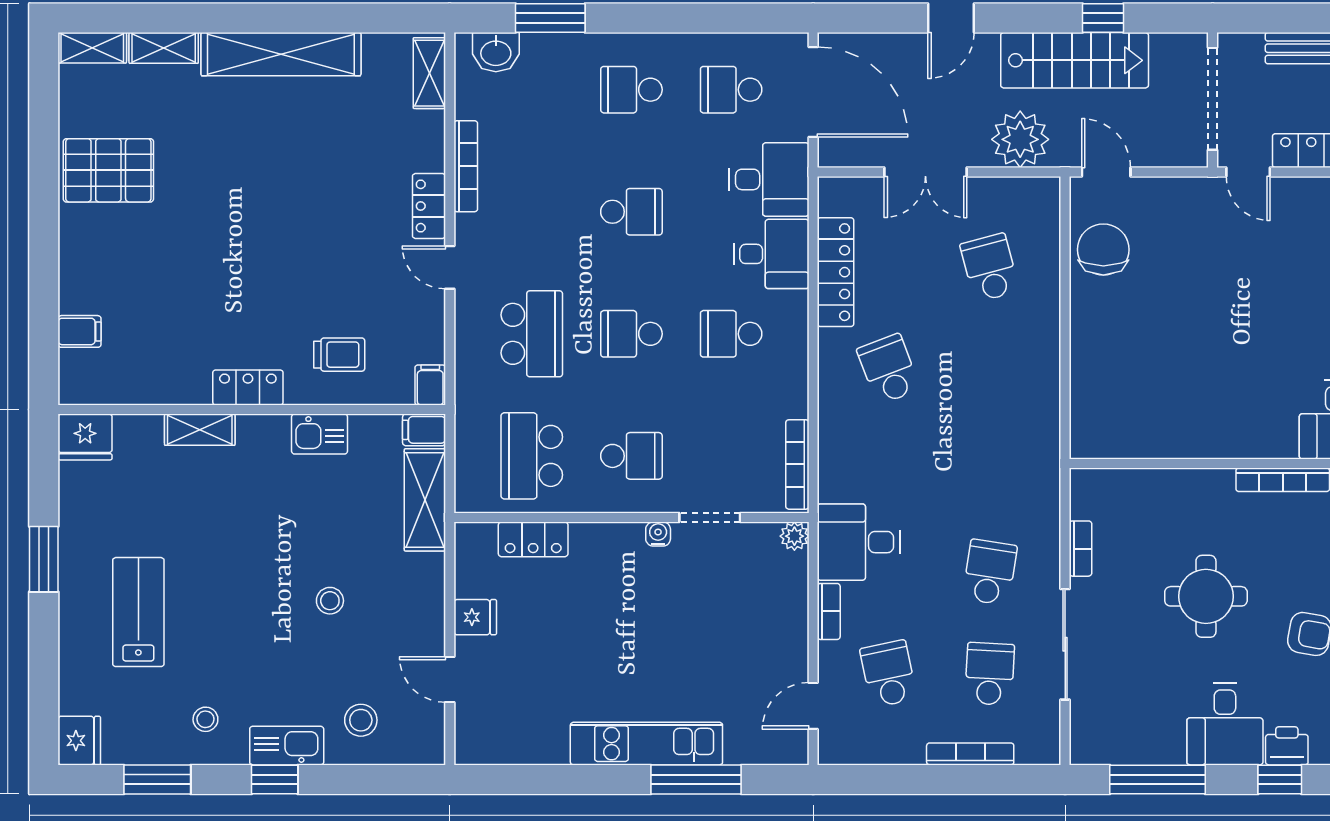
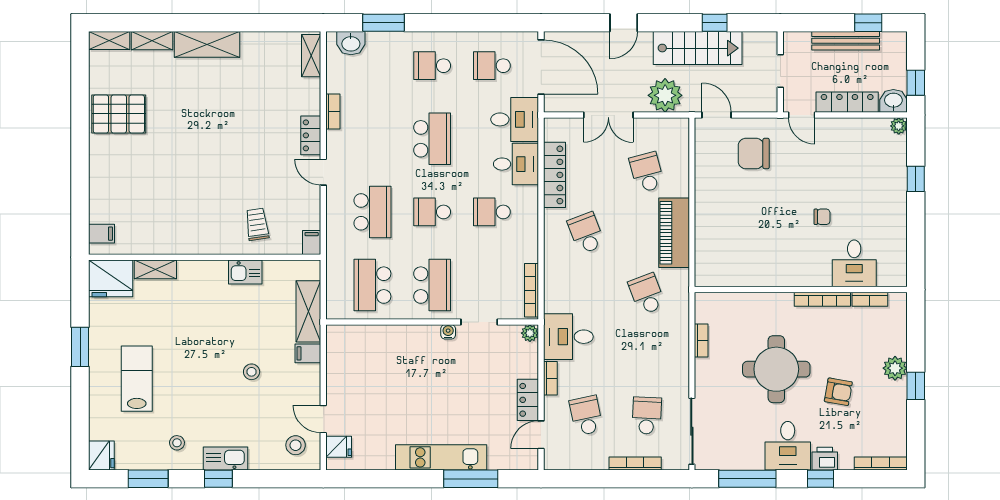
shelving: (281, 54) -> (207, 44), width x0.68
doorway: (1213, 99) -> (780, 71), width x0.53
bookcase: (466, 166) -> (333, 111), width x0.64
school desk: (631, 212) -> (432, 139), width x1.85
chair: (1103, 250) -> (754, 154), moved, turned -90
filing cabinet: (80, 331) -> (102, 234), moved
chair: (1282, 342) -> (822, 217), added
trolley: (339, 355) -> (257, 224), turned -98
piano: (1035, 369) -> (674, 233), added
locker: (248, 387) -> (202, 244), removed
shelving: (200, 430) -> (155, 269), moved
filing cabinet: (424, 430) -> (308, 353), moved
fridge: (85, 437) -> (111, 278), width x1.36, depth x1.34
school desk: (631, 456) -> (432, 285), width x1.85
locker: (533, 539) -> (528, 400), moved, turned 90
school desk: (990, 572) -> (647, 294), moved, turned -30
round table: (1206, 596) -> (776, 369), width x1.36, depth x1.36
fridge: (475, 617) -> (339, 447), moved
sliding door: (1065, 644) -> (692, 431), moved
stool: (361, 720) -> (296, 445), moved

